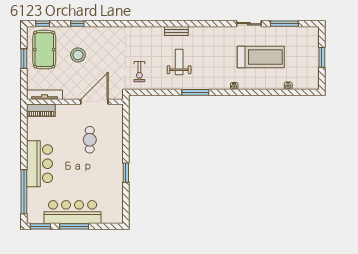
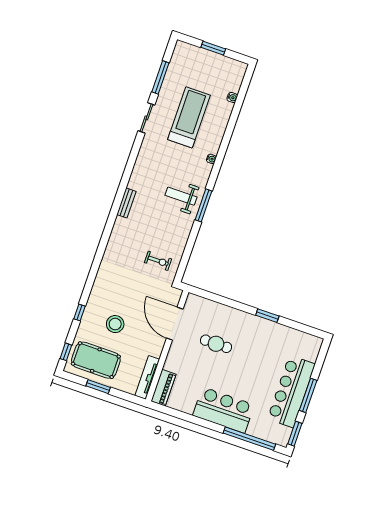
weight bench: (179, 62) -> (181, 196), moved

